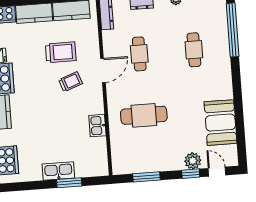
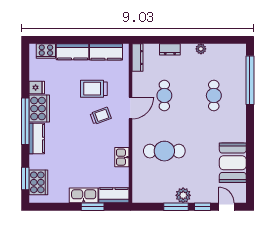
trolley: (61, 52) -> (94, 89), turned 180
plant: (193, 161) -> (183, 195), moved
kitchen counter: (92, 168) -> (114, 195), added
window: (146, 177) -> (176, 207), moved

